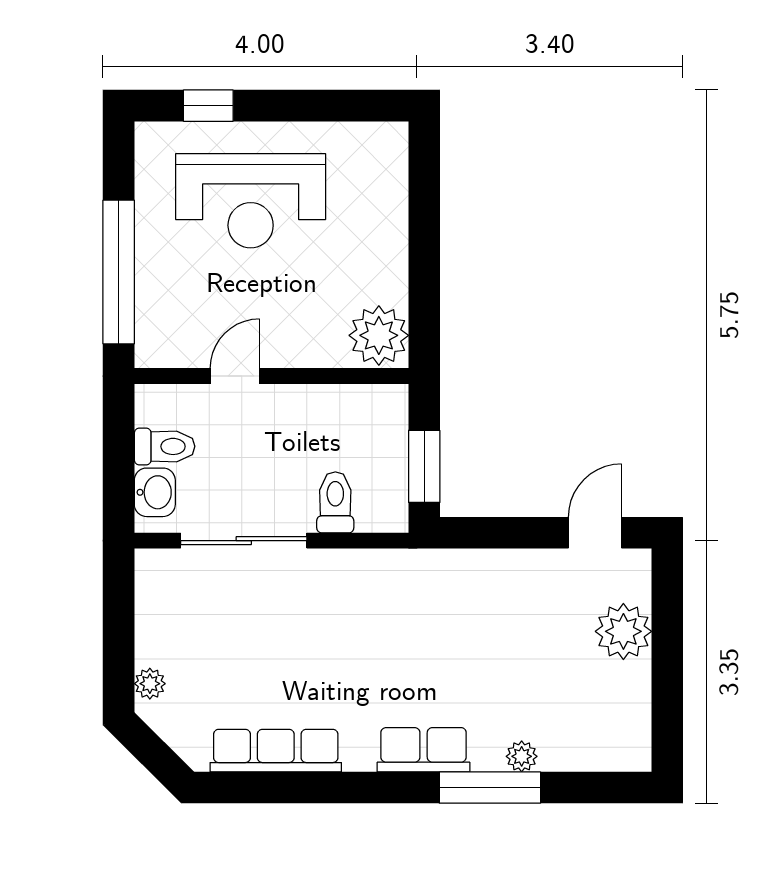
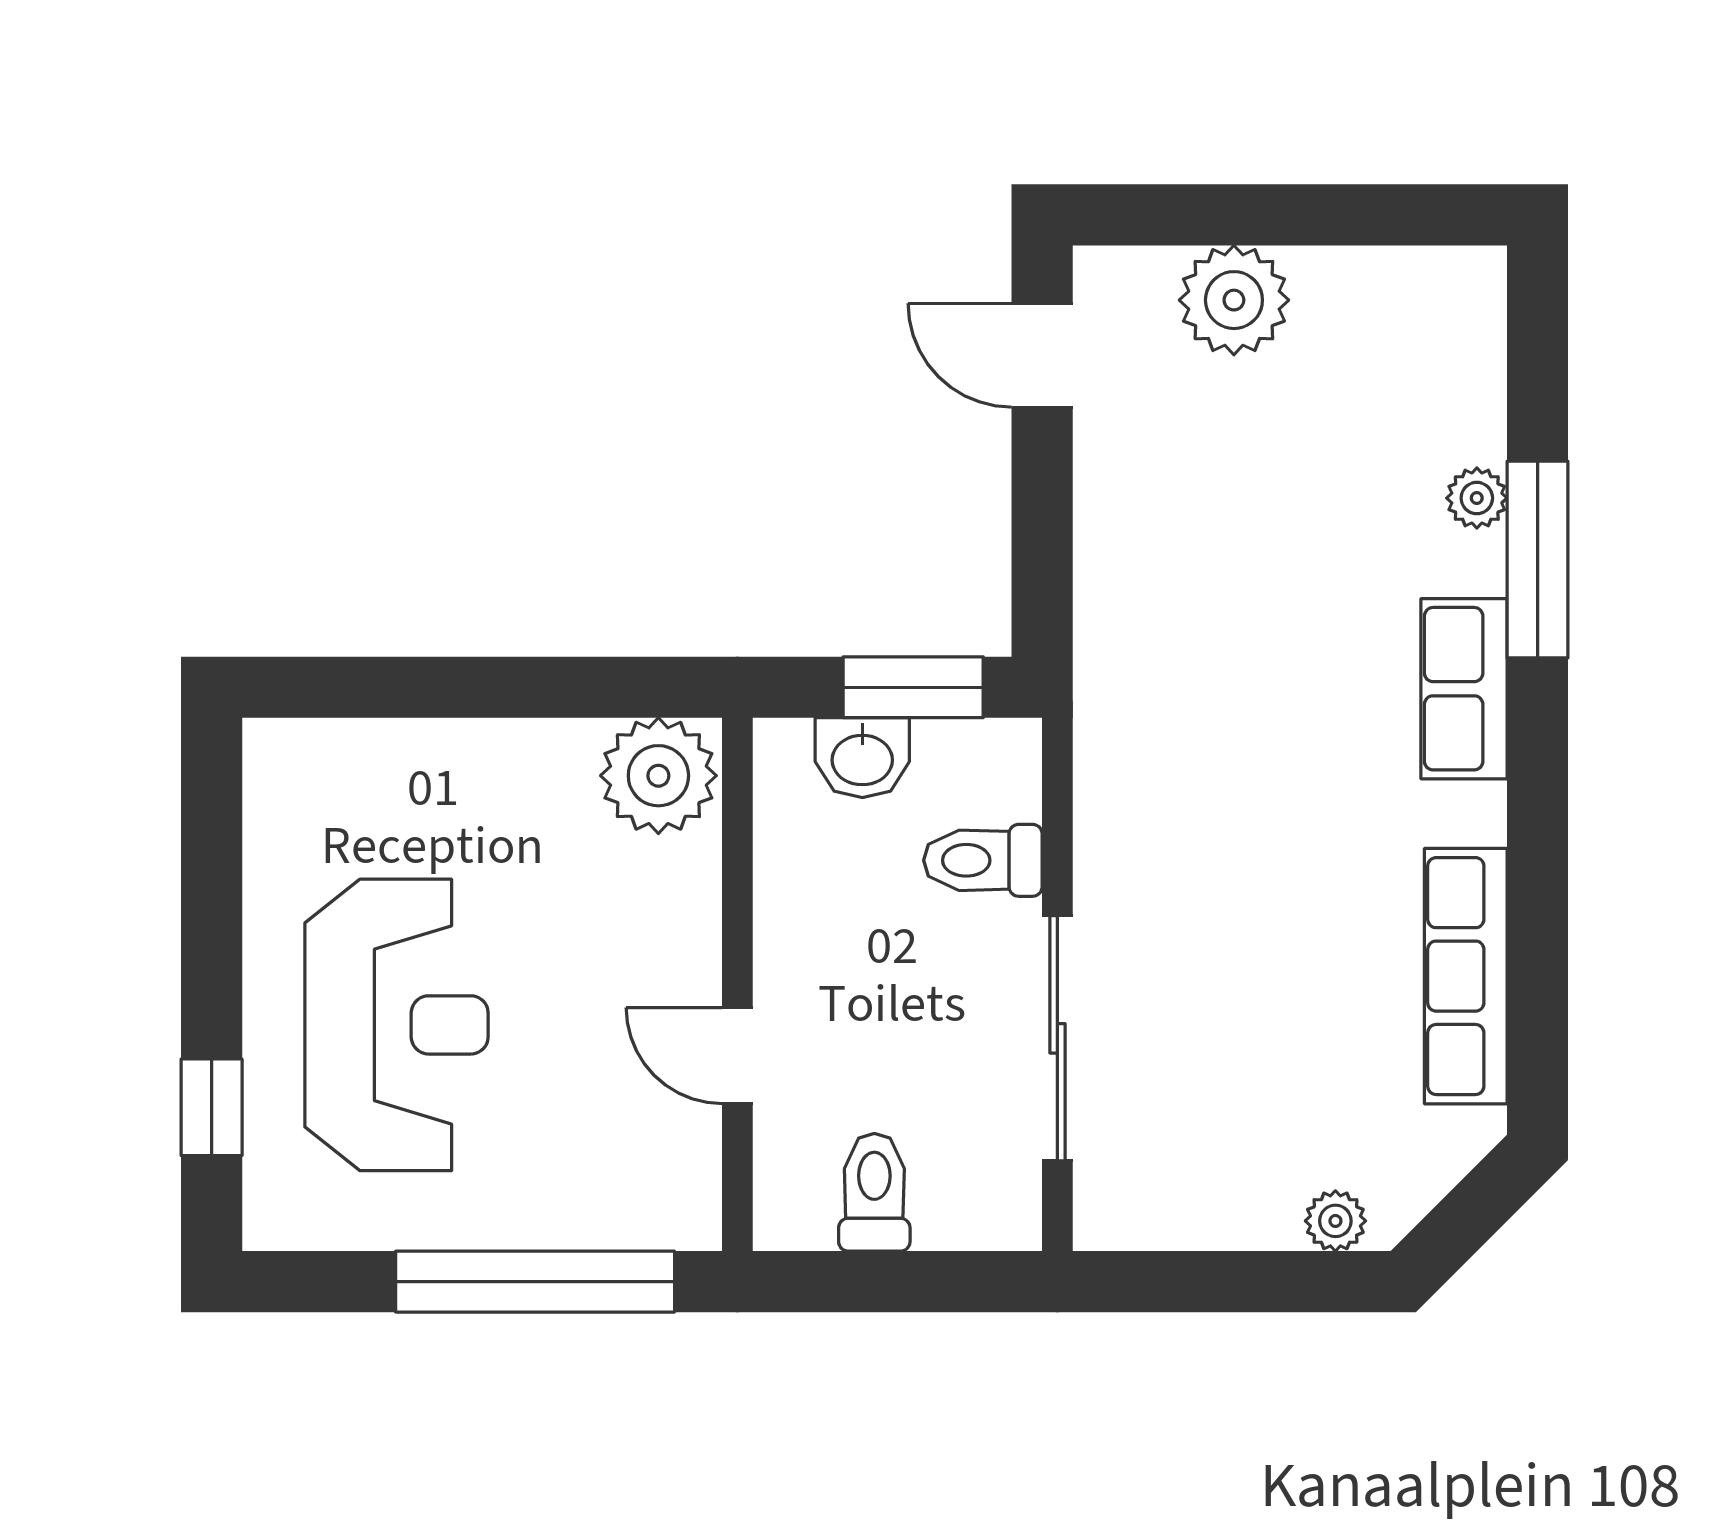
washbasin: (155, 492) -> (862, 758), moved, turned 180

